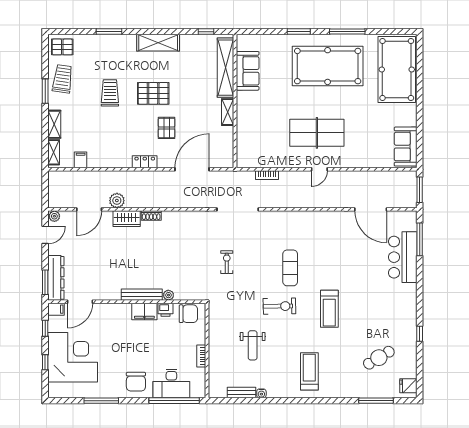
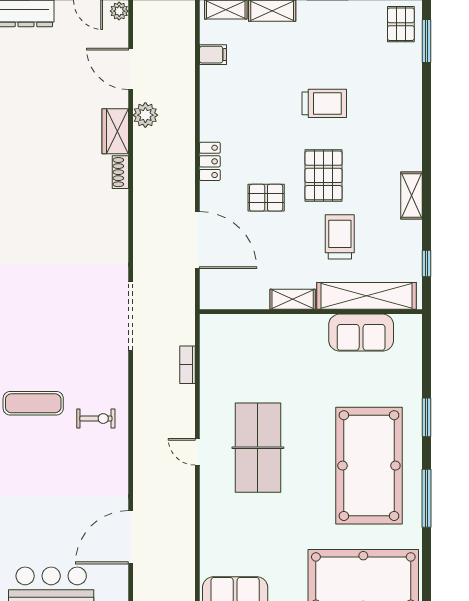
window: (109, 32) -> (426, 41), moved
shelving: (158, 43) -> (411, 195), width x0.67, depth x0.75
trolley: (63, 79) -> (340, 237), moved, turned -98
exercise bike: (227, 262) -> (96, 419), moved

